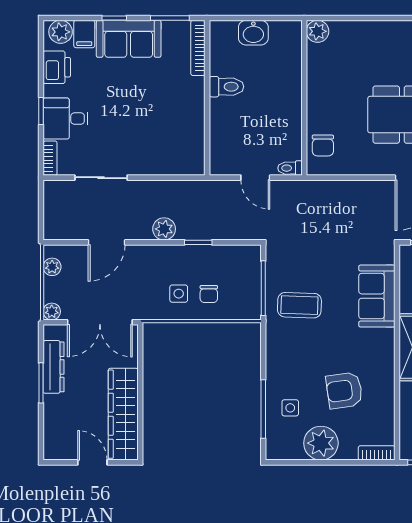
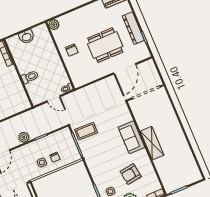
toilet: (226, 87) -> (30, 77), moved
chair: (323, 145) -> (72, 50), moved
sofa: (377, 296) -> (131, 137), moved
coffee table: (299, 305) -> (86, 131), moved

